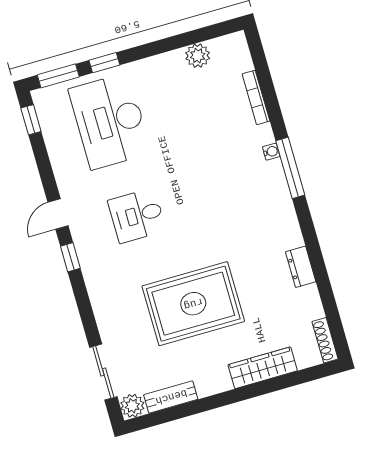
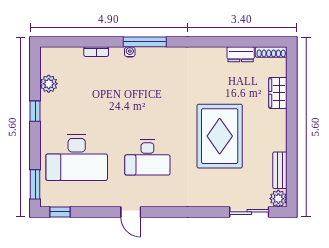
window: (104, 63) -> (35, 111), moved
bookcase: (256, 97) -> (96, 52), width x0.64
desk: (137, 216) -> (147, 158), width x1.37
window: (70, 257) -> (163, 212), removed
dresser: (301, 267) -> (241, 54), moved
wardrobe: (263, 368) -> (278, 93), width x0.67

